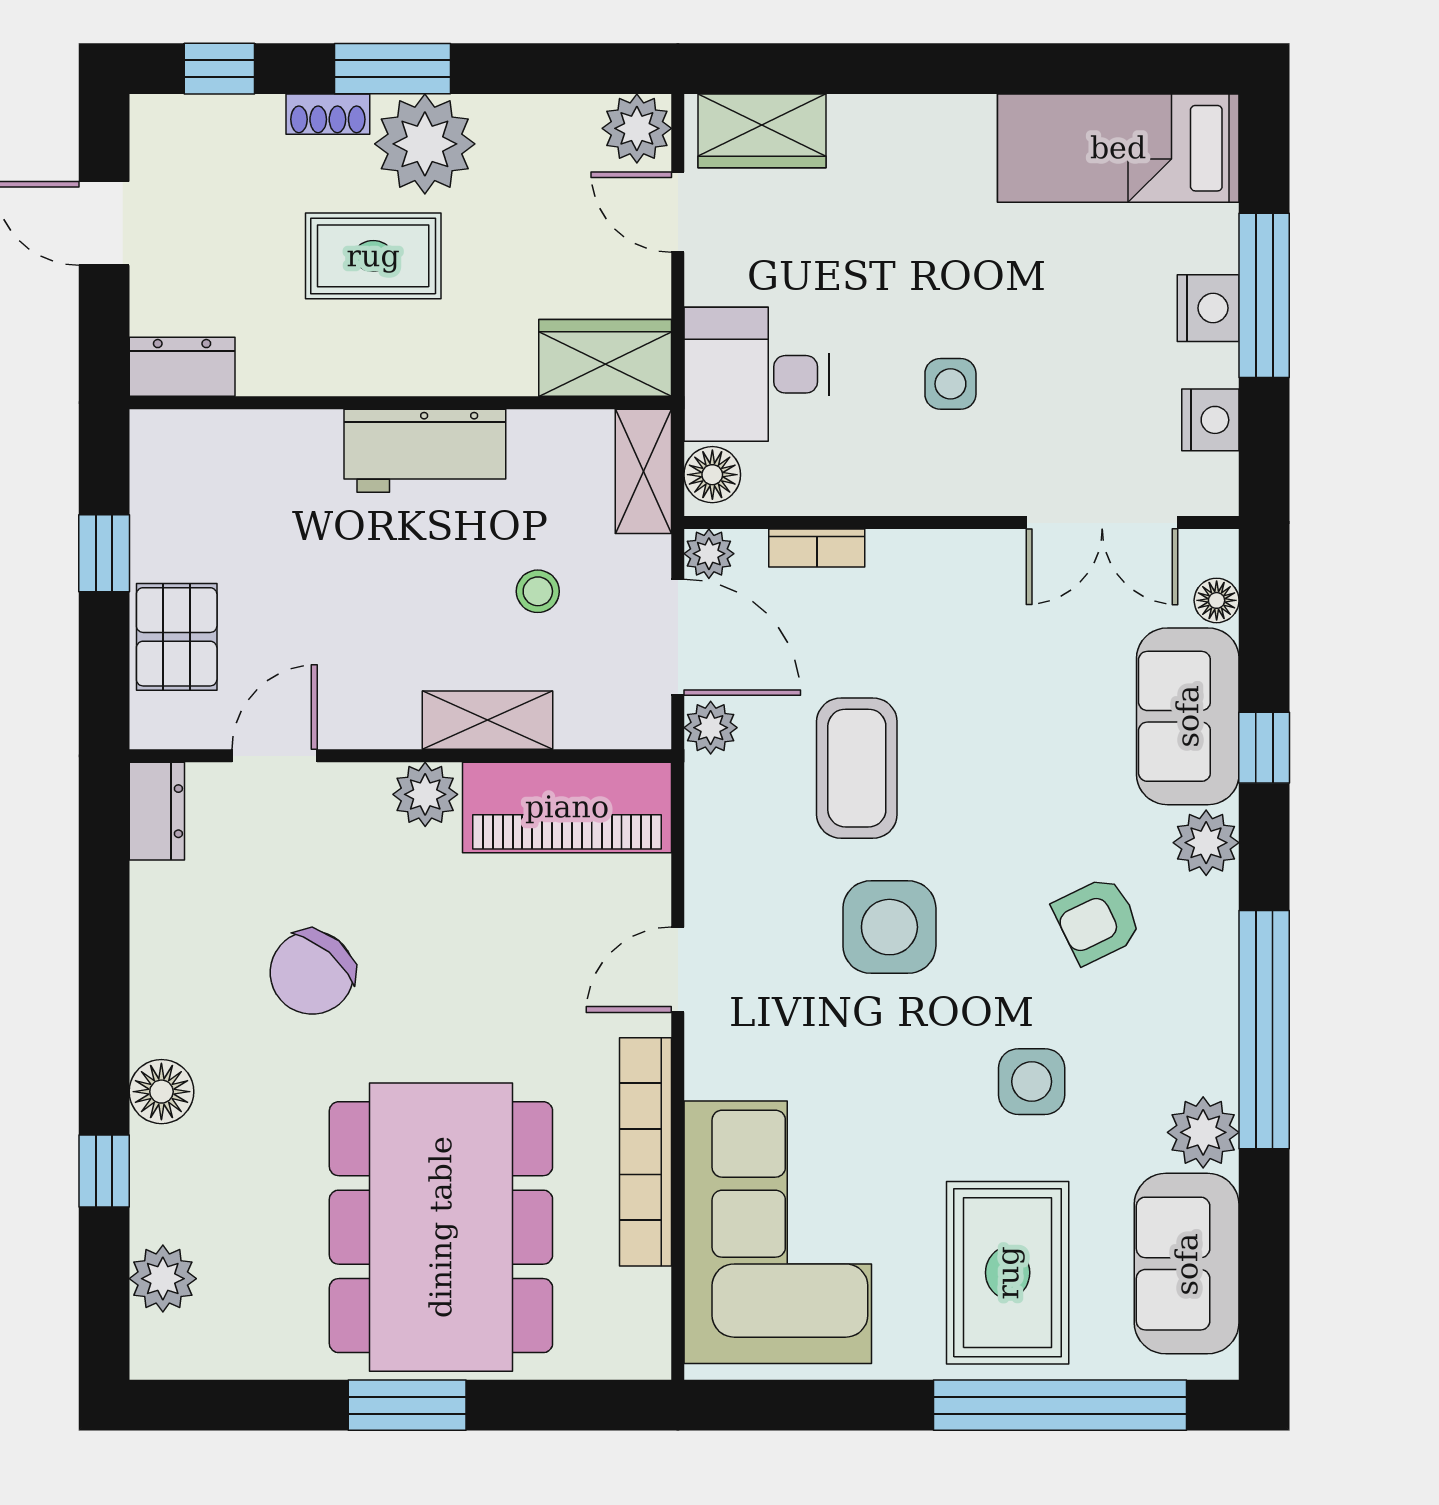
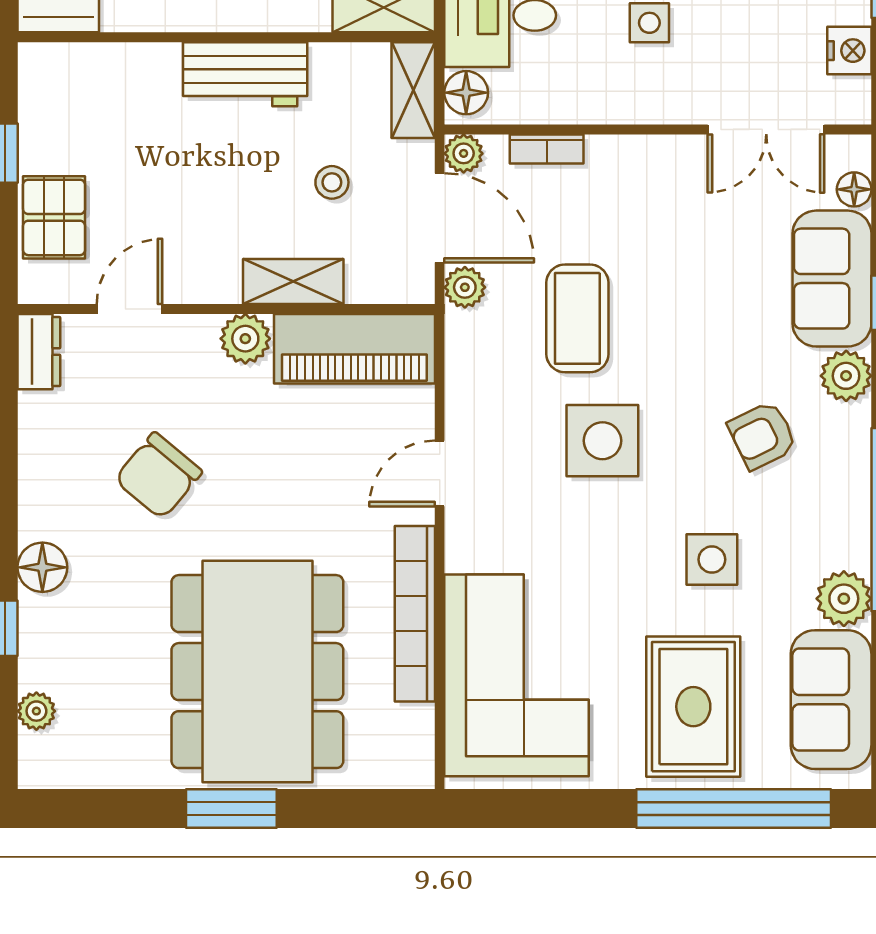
plant: (163, 1279) -> (36, 711), width x0.73, depth x0.73

